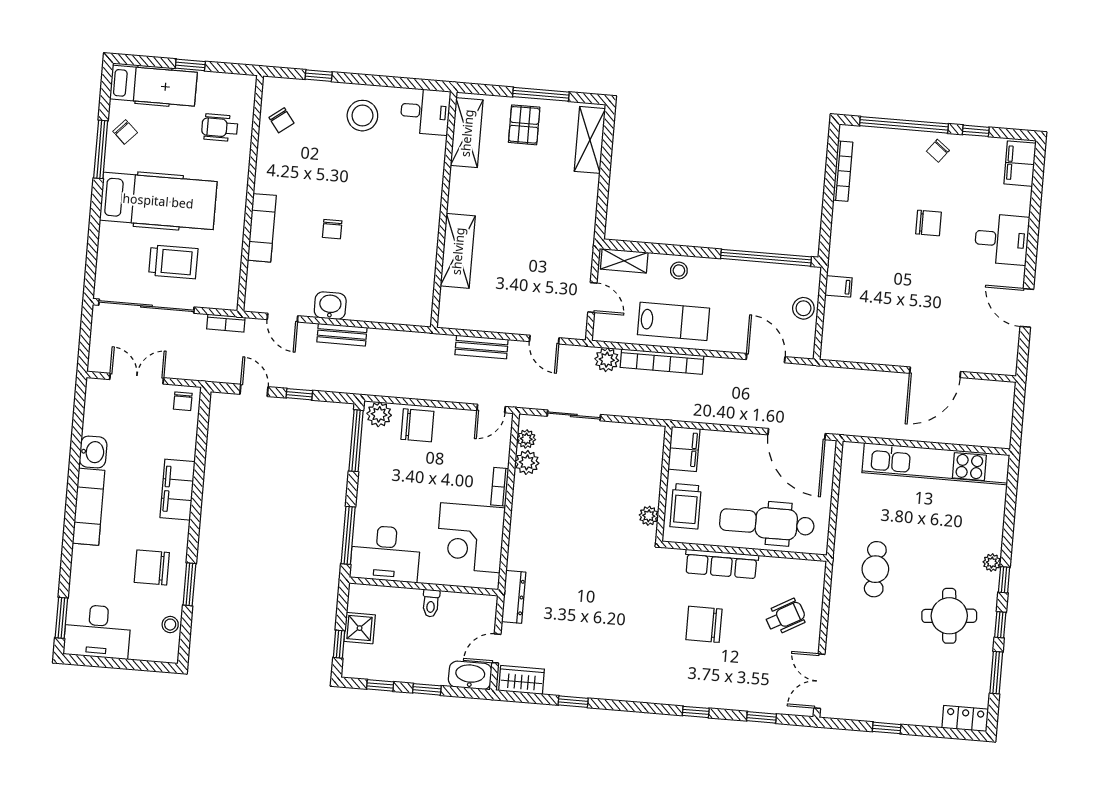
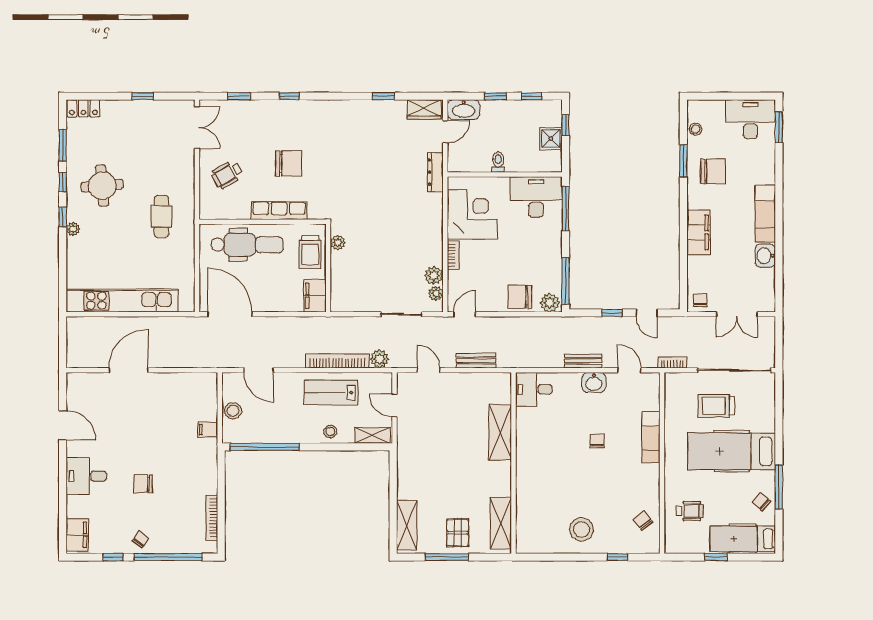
desk: (425, 111) -> (534, 389), moved
trolley: (686, 506) -> (310, 252), turned 180

